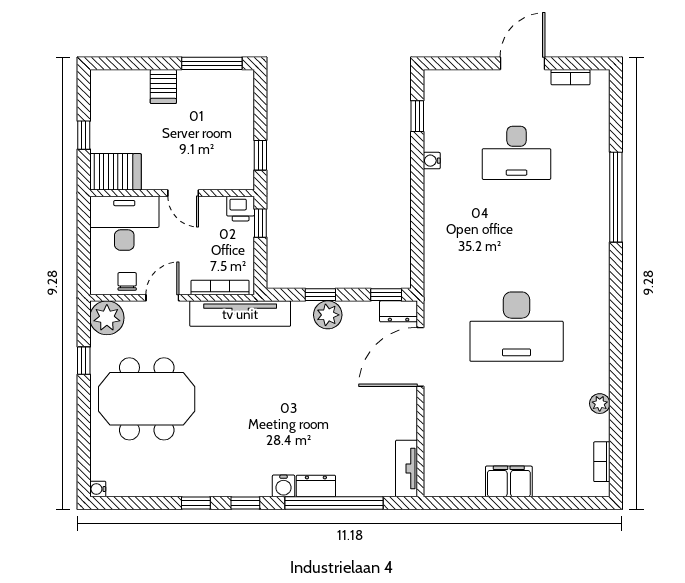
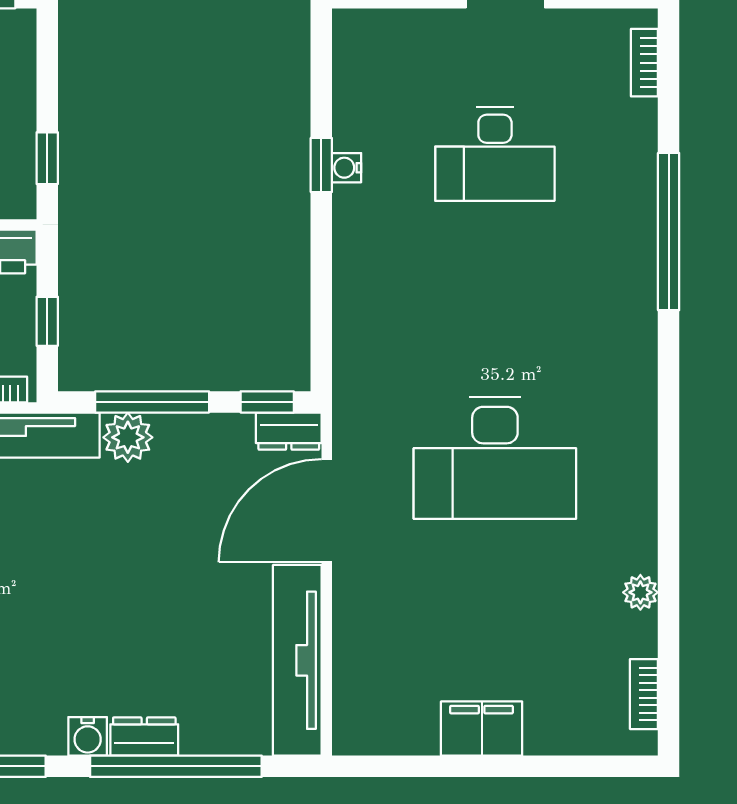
bookcase: (571, 77) -> (644, 63), moved, turned 90
window: (417, 116) -> (321, 165), moved
window: (260, 223) -> (47, 321), moved
window: (320, 295) -> (152, 402), width x2.17
plant: (328, 315) -> (128, 437), moved
tv unit: (407, 469) -> (297, 660), width x1.92, depth x1.29

